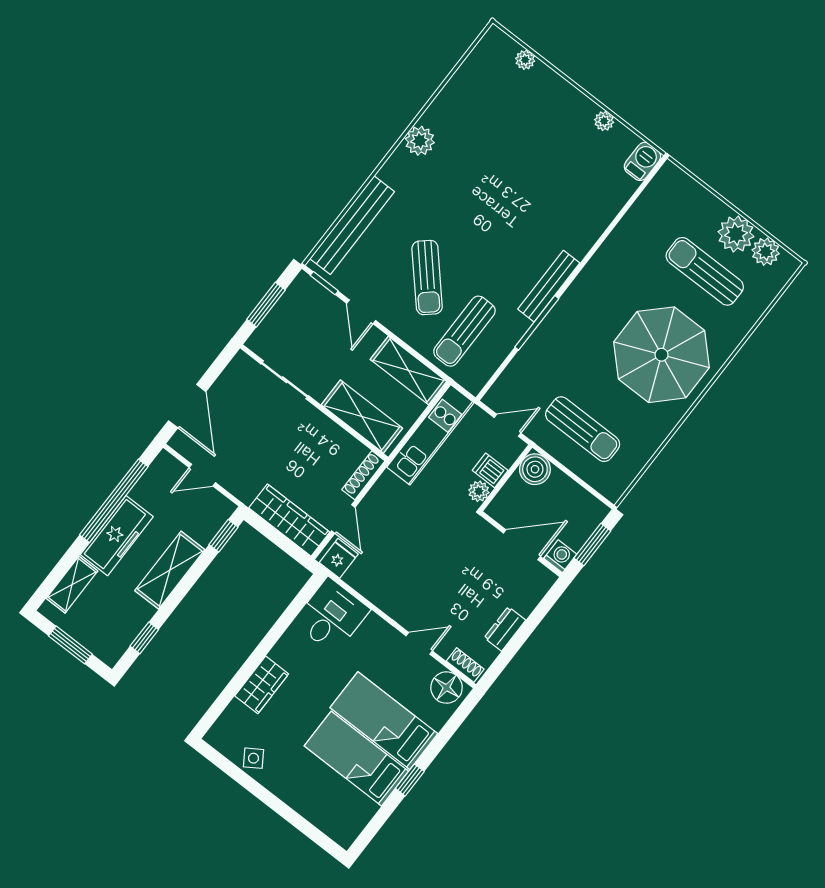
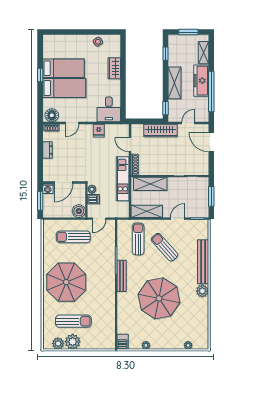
parasol: (511, 190) -> (159, 298), added
bench: (352, 225) -> (203, 262), moved
door: (361, 312) -> (178, 219), hinge flipped
kitchen unit: (430, 435) -> (123, 179), moved
wardrobe: (289, 520) -> (160, 130), moved
fridge: (339, 558) -> (99, 131), moved

